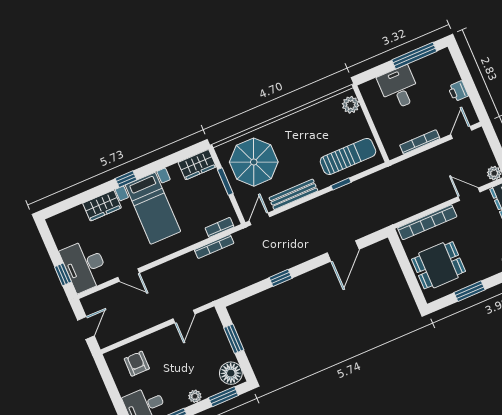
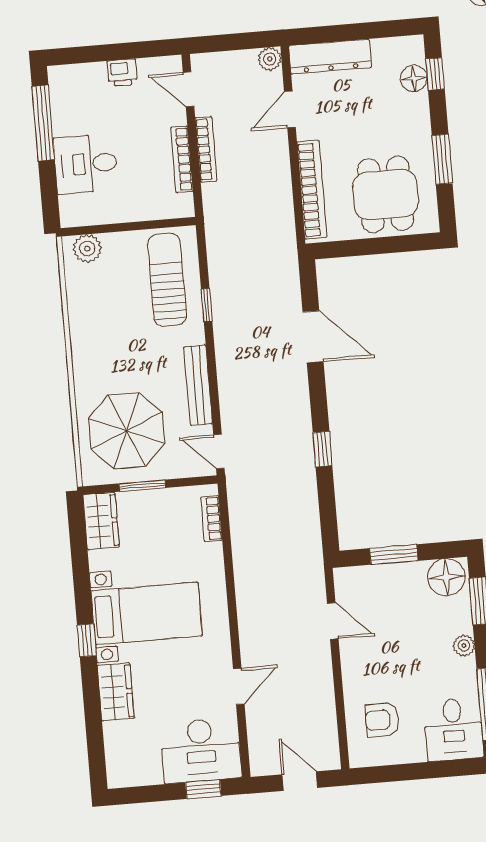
bookcase: (214, 247) -> (206, 149), moved

